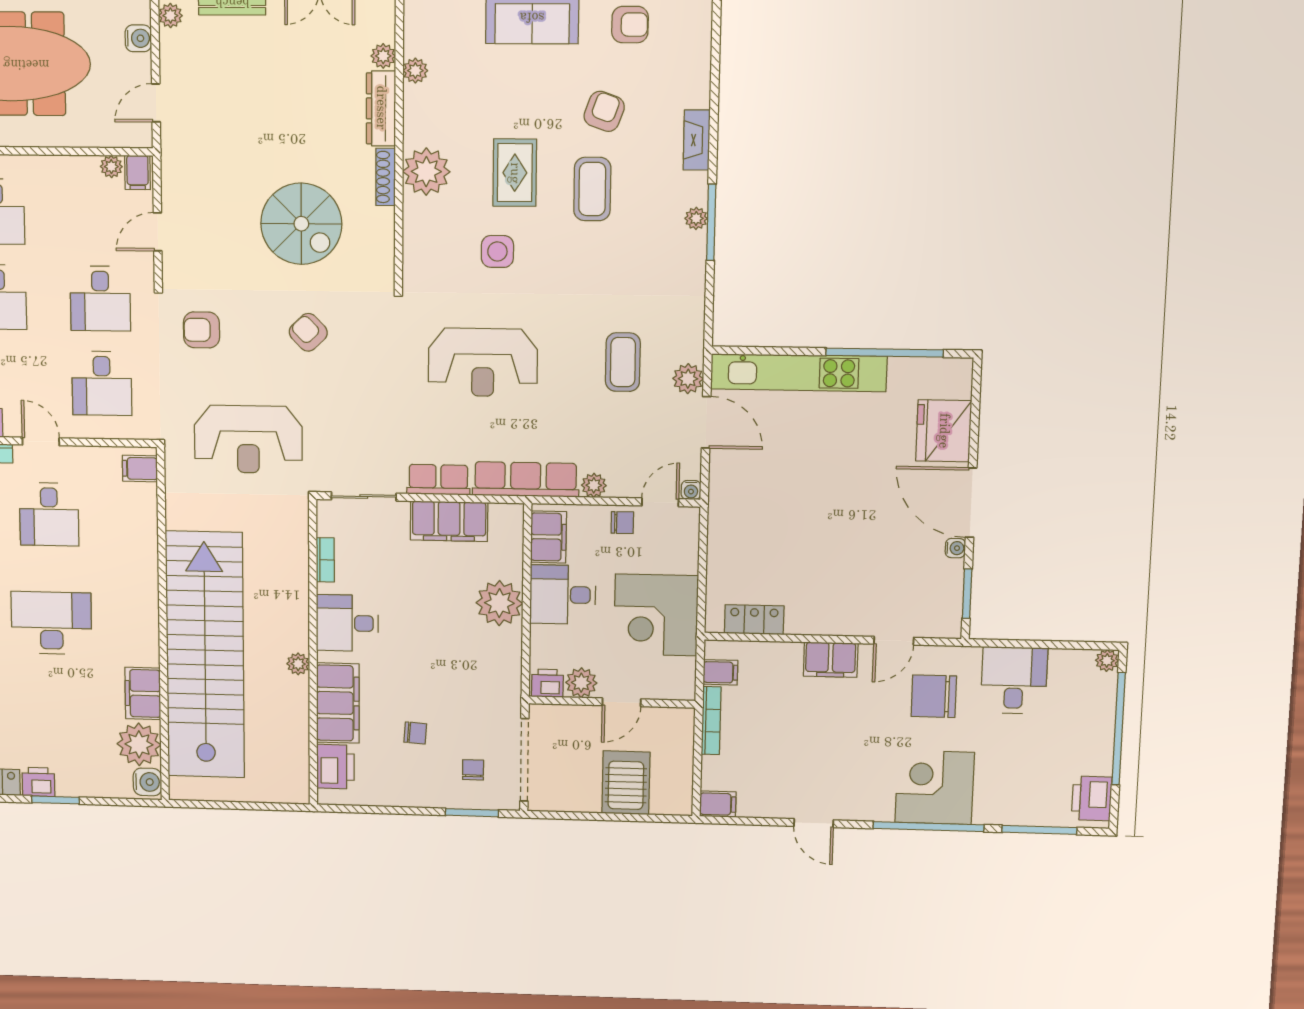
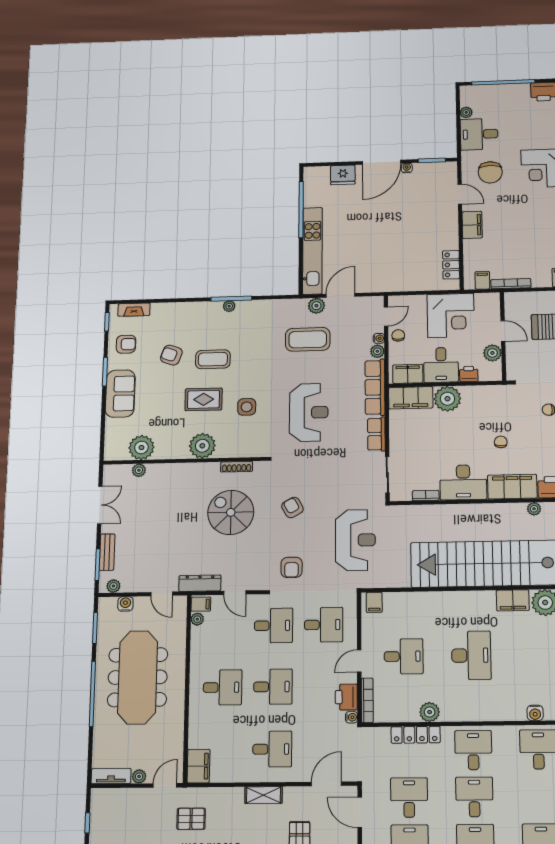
armchair: (630, 25) -> (126, 344), turned 90
plant: (415, 71) -> (141, 447), width x1.88, depth x1.88
dresser: (381, 108) -> (200, 583), moved, turned 180
fireplace: (697, 140) -> (134, 310), moved
shoe rack: (386, 177) -> (237, 467), moved
spiral stairs: (301, 224) -> (231, 512), turned -90
armchair: (308, 332) -> (292, 508), turned 105
coffee table: (623, 362) -> (308, 339), width x1.36, depth x1.32
fridge: (944, 431) -> (343, 175), width x0.73, depth x0.75
water cooler: (691, 490) -> (379, 338), moved
door: (660, 502) -> (386, 316), swing flipped
filing cabinet: (449, 521) -> (411, 398), moved, turned 90
desk: (51, 623) -> (471, 655), turned 180
desk: (347, 623) -> (463, 482), width x1.37
plant: (1107, 661) -> (466, 112), moved
plant: (298, 664) -> (534, 509), moved
printer: (547, 683) -> (469, 374), moved, turned 90
chair: (415, 733) -> (501, 442), moved

